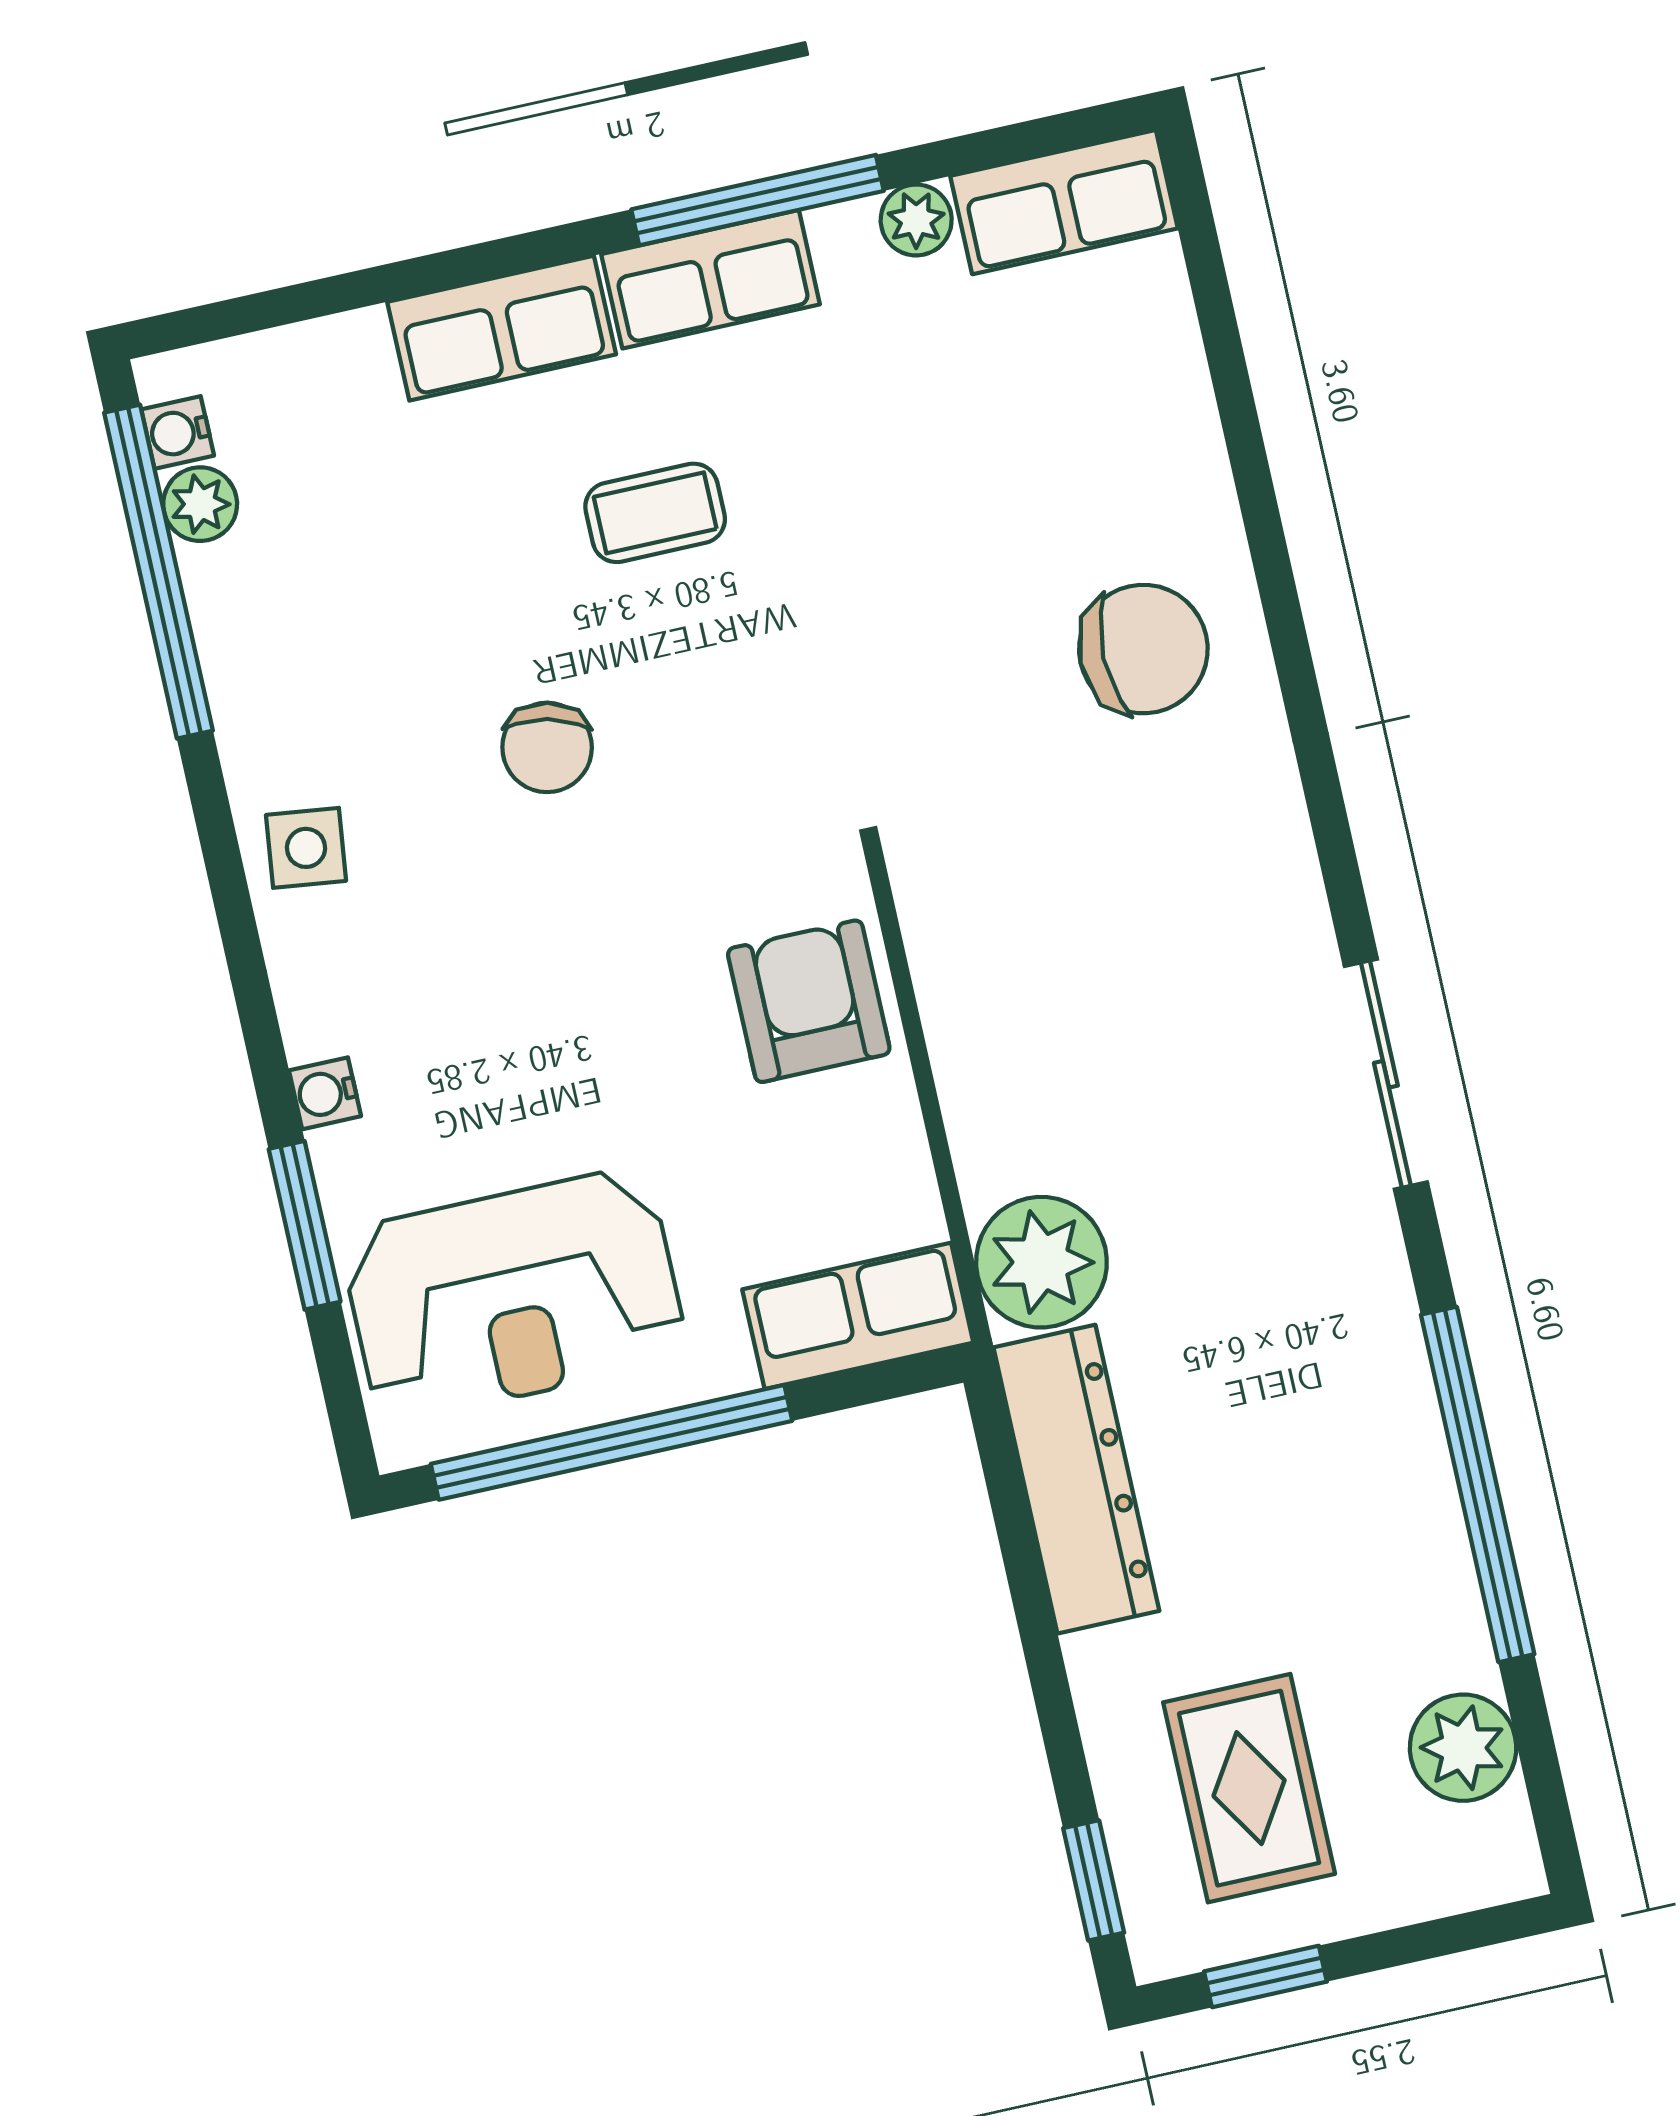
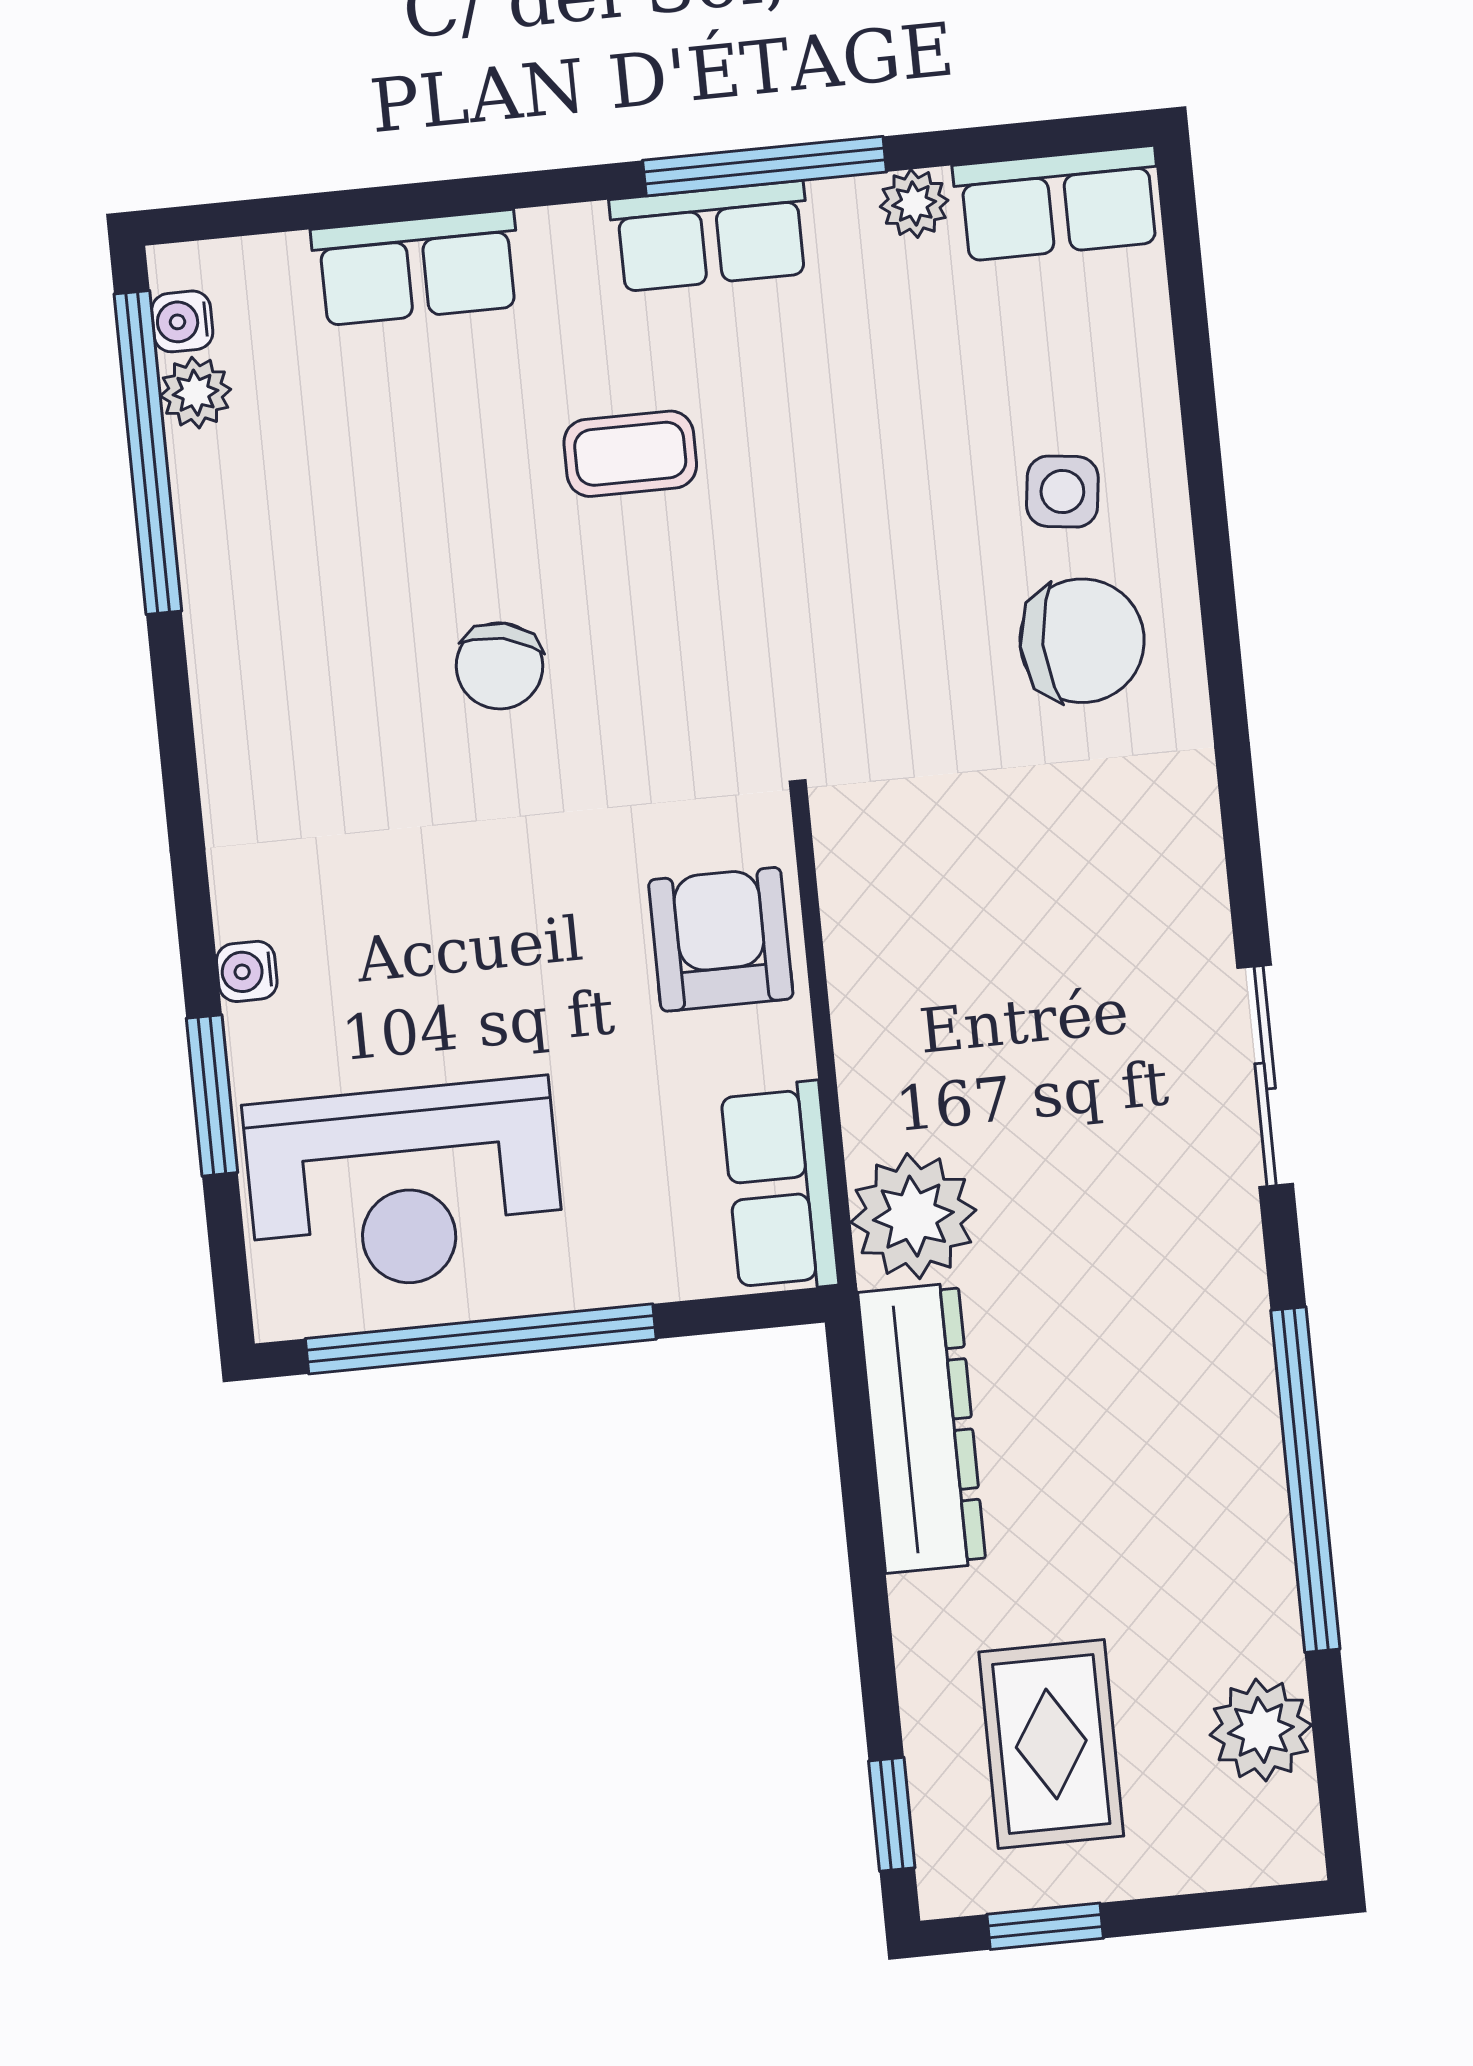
row of seats: (502, 328) -> (417, 268), moved
side table: (306, 848) -> (1062, 492), moved
row of seats: (858, 1316) -> (780, 1187), moved, turned -90

